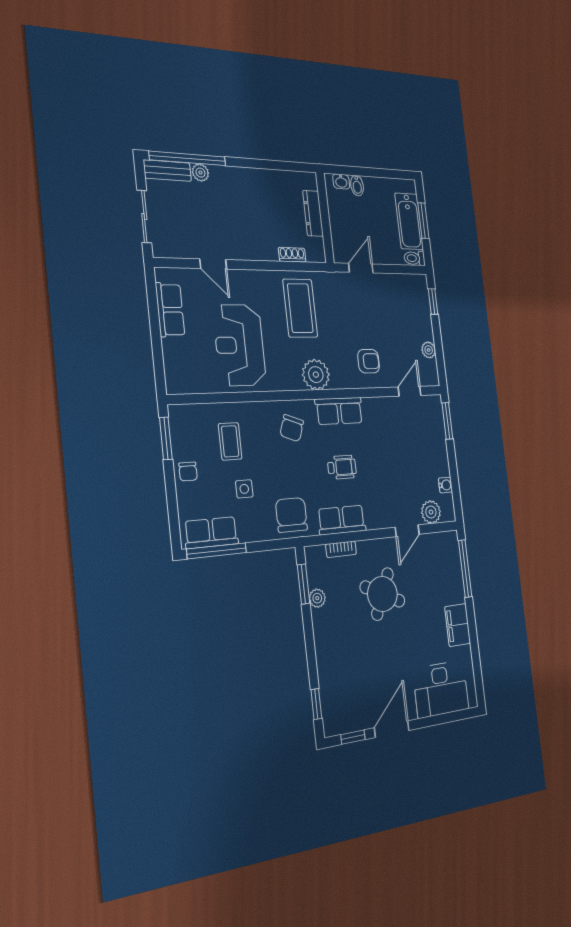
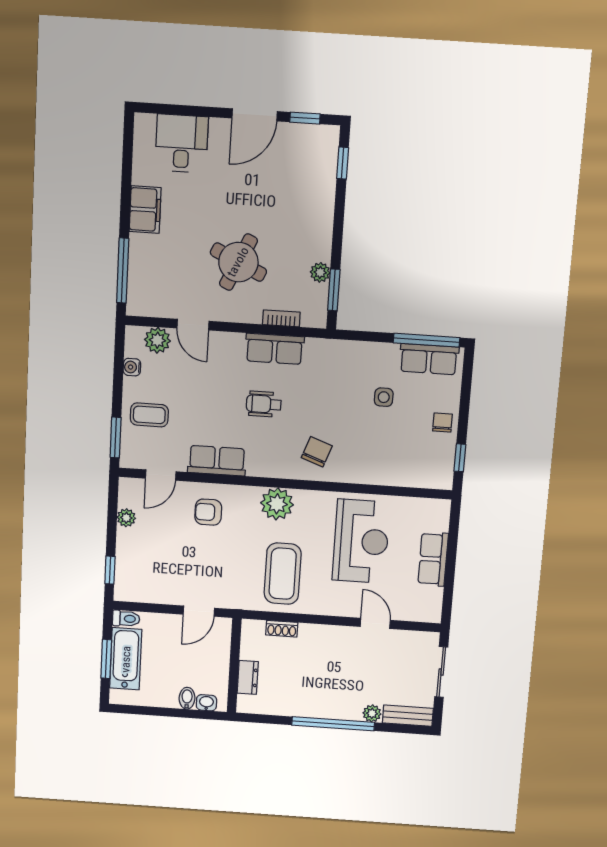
window: (188, 158) -> (333, 724), moved
dresser: (313, 213) -> (248, 677), width x0.70
row of seats: (170, 310) -> (433, 559), moved
row of seats: (339, 411) -> (217, 461), moved
window: (166, 438) -> (460, 458), width x0.67
coffee table: (230, 441) -> (149, 415), moved, turned 90
chair: (291, 515) -> (334, 363), removed
door: (407, 531) -> (193, 325), swing flipped
desk: (441, 689) -> (182, 144), width x0.73

